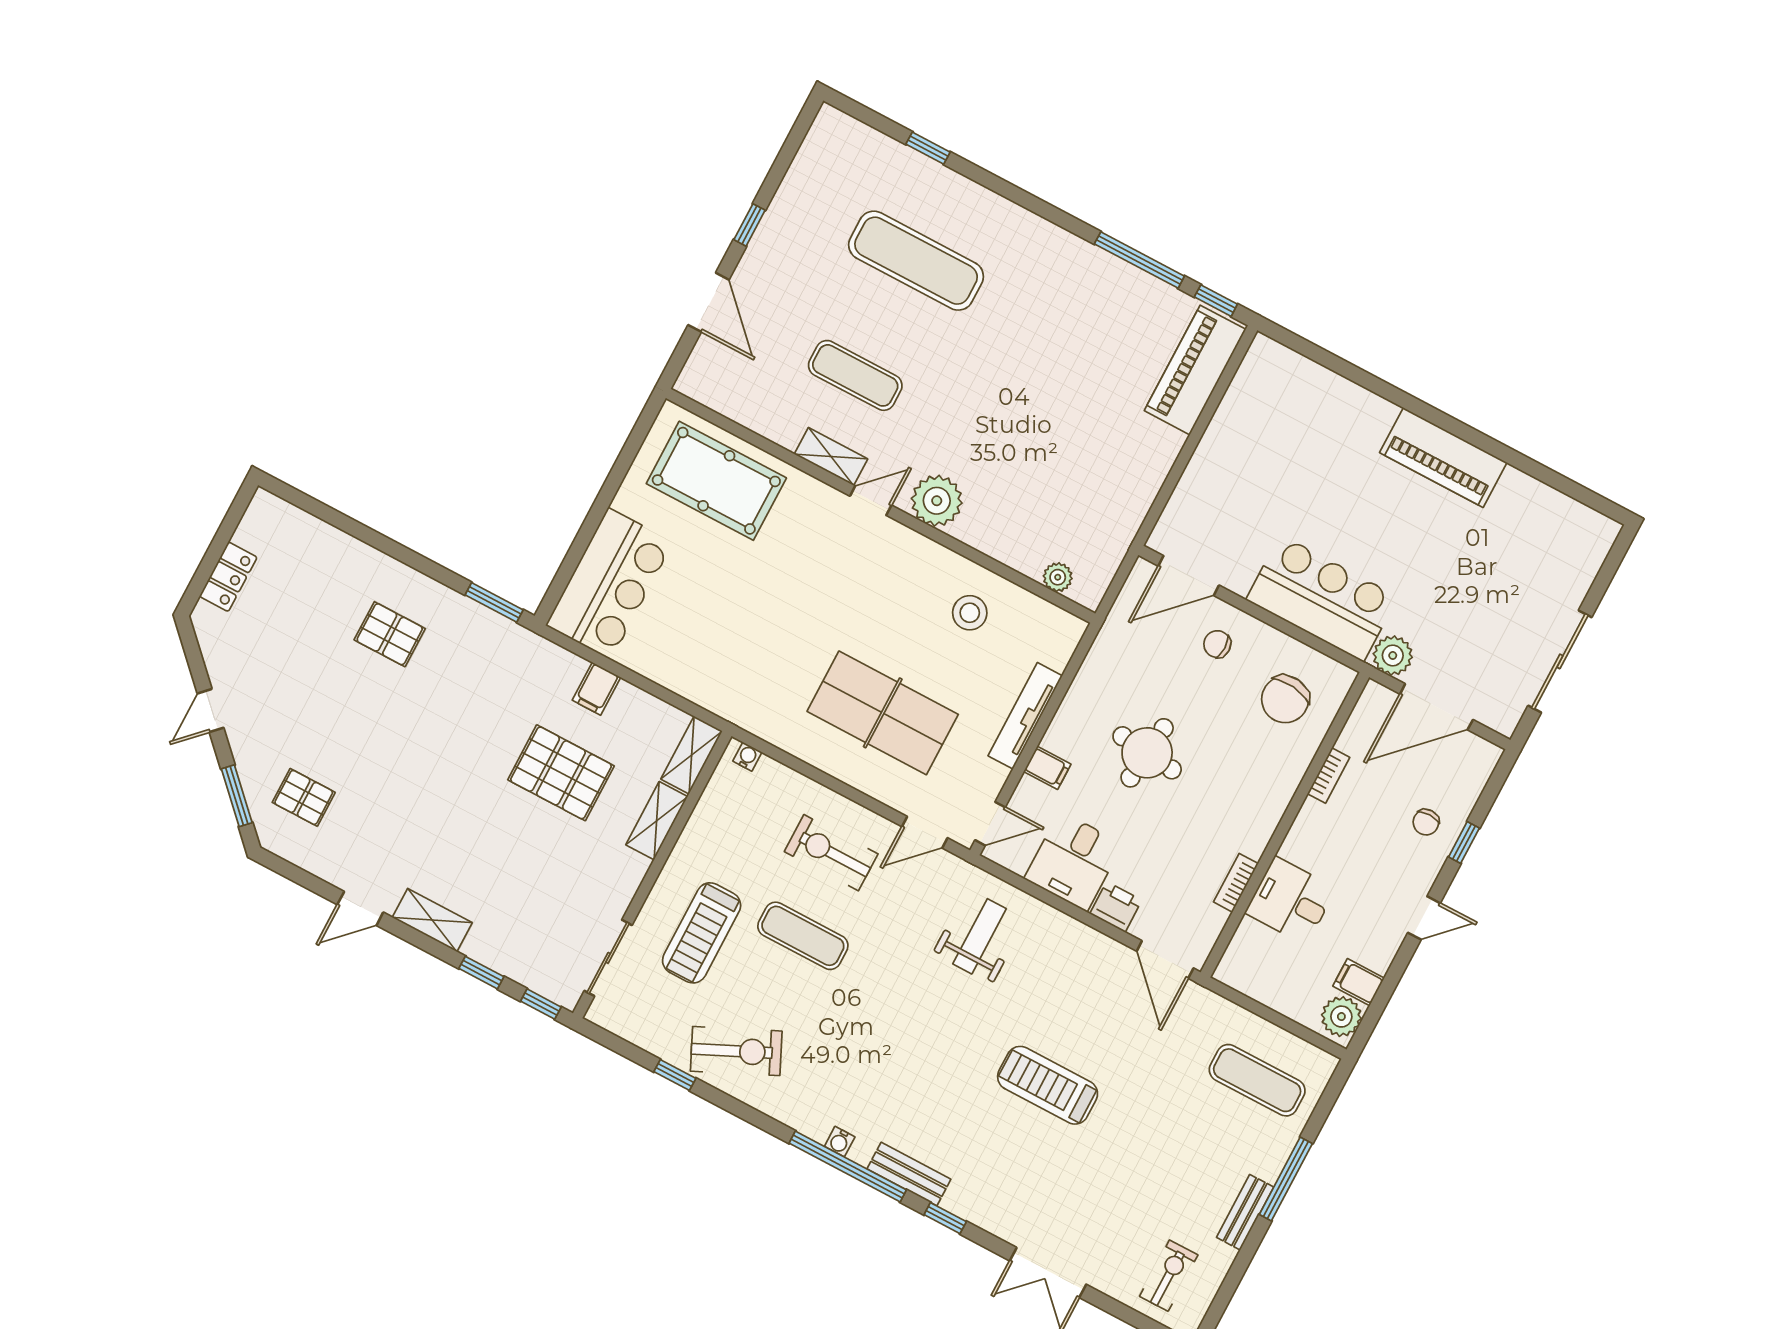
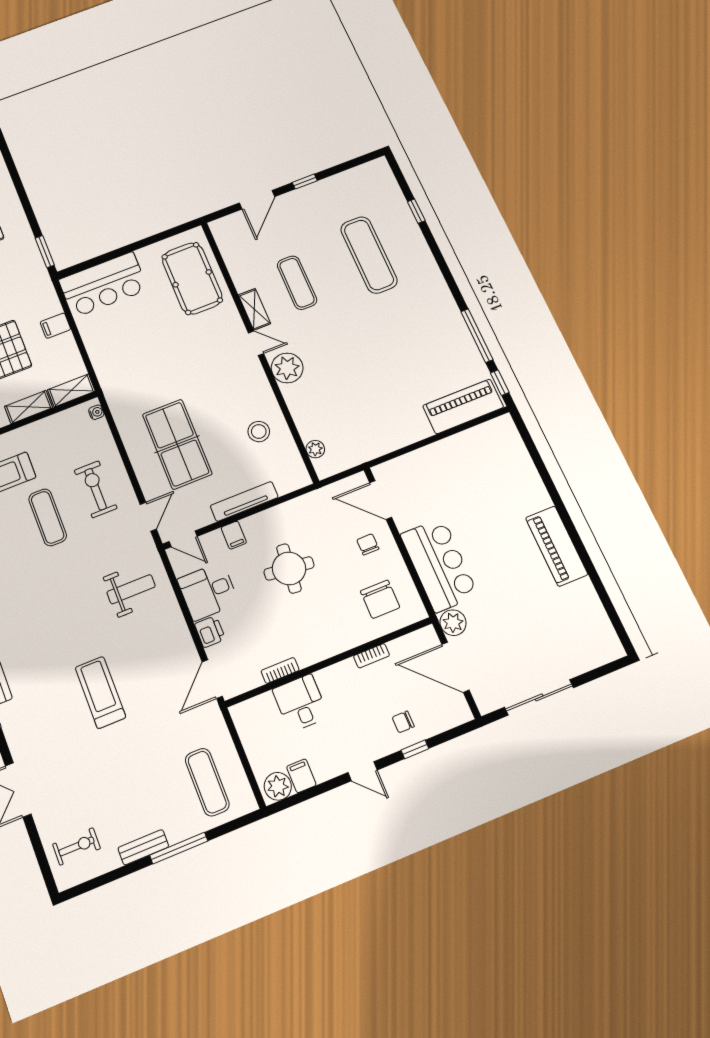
chair: (1285, 699) -> (380, 599), turned -97
door: (925, 832) -> (148, 517), swing flipped

